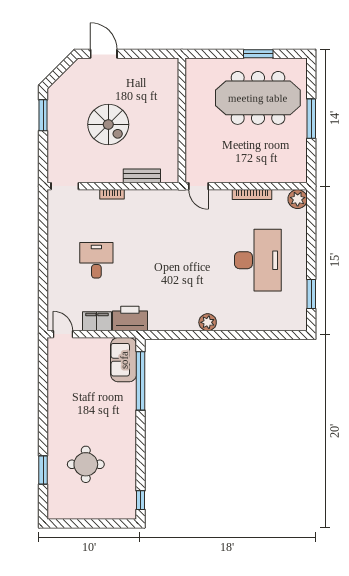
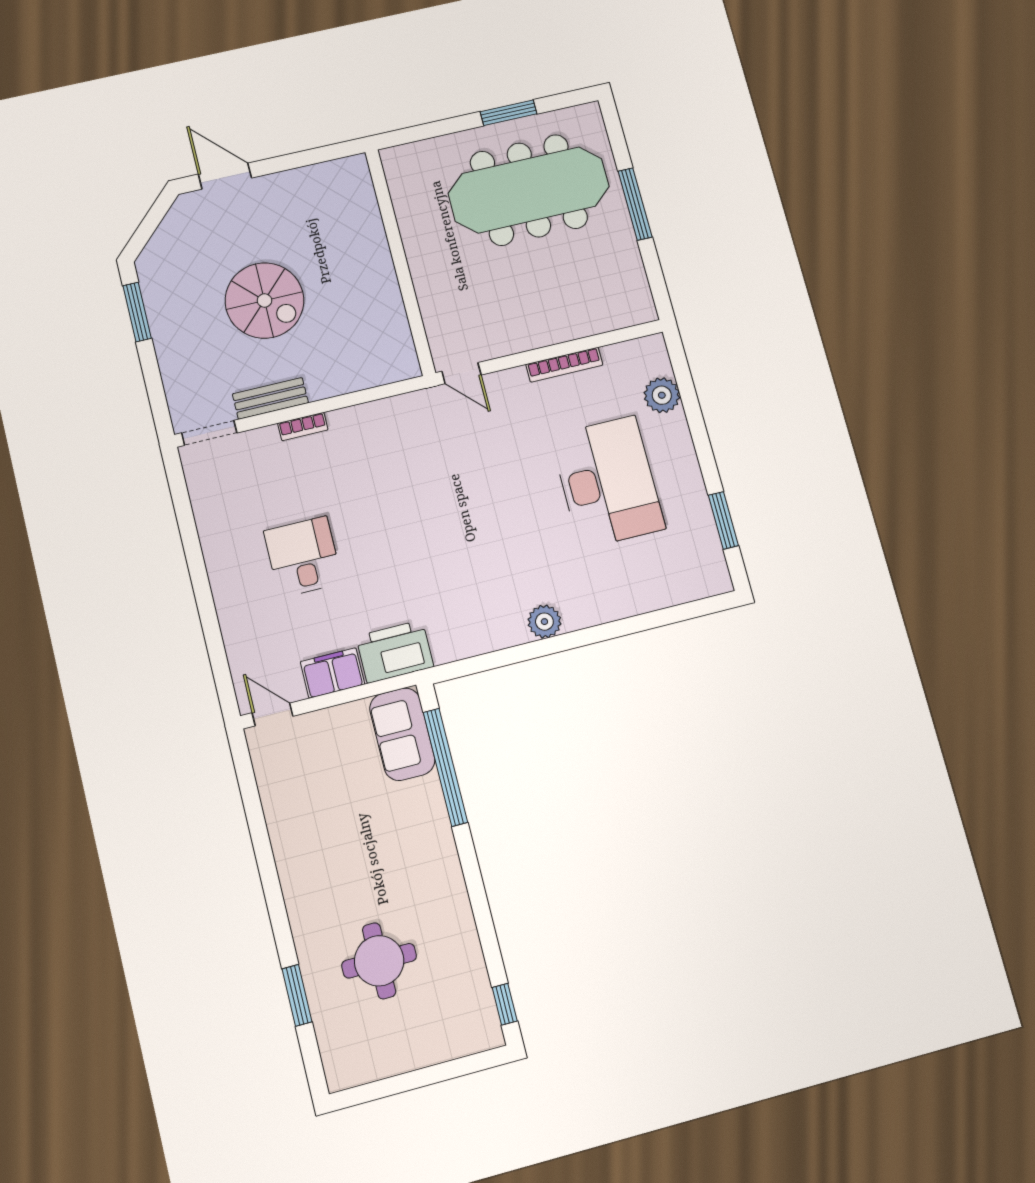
bench: (142, 176) -> (270, 398), moved
plant: (298, 199) -> (662, 395), moved

